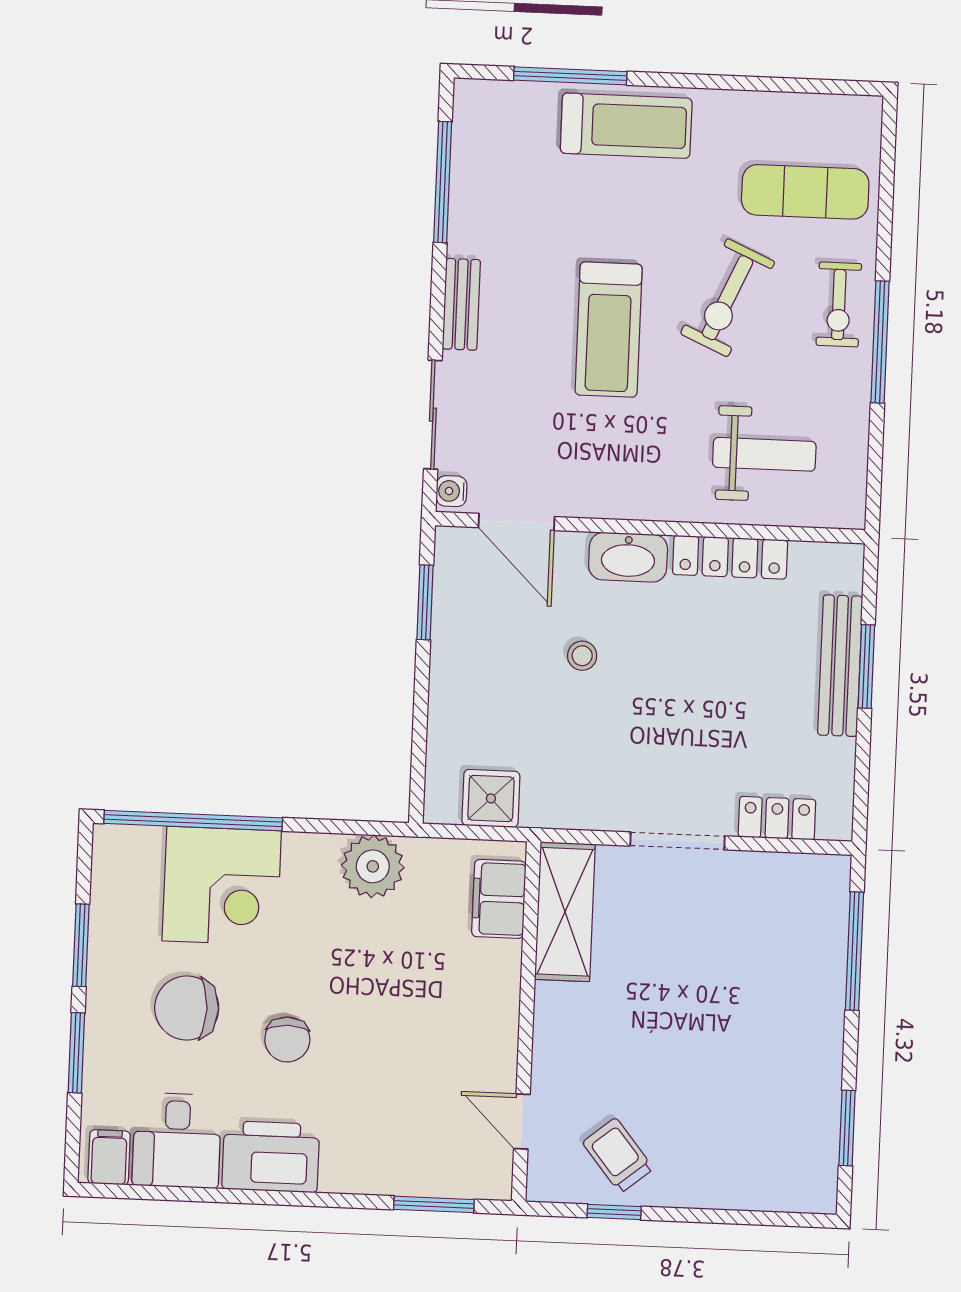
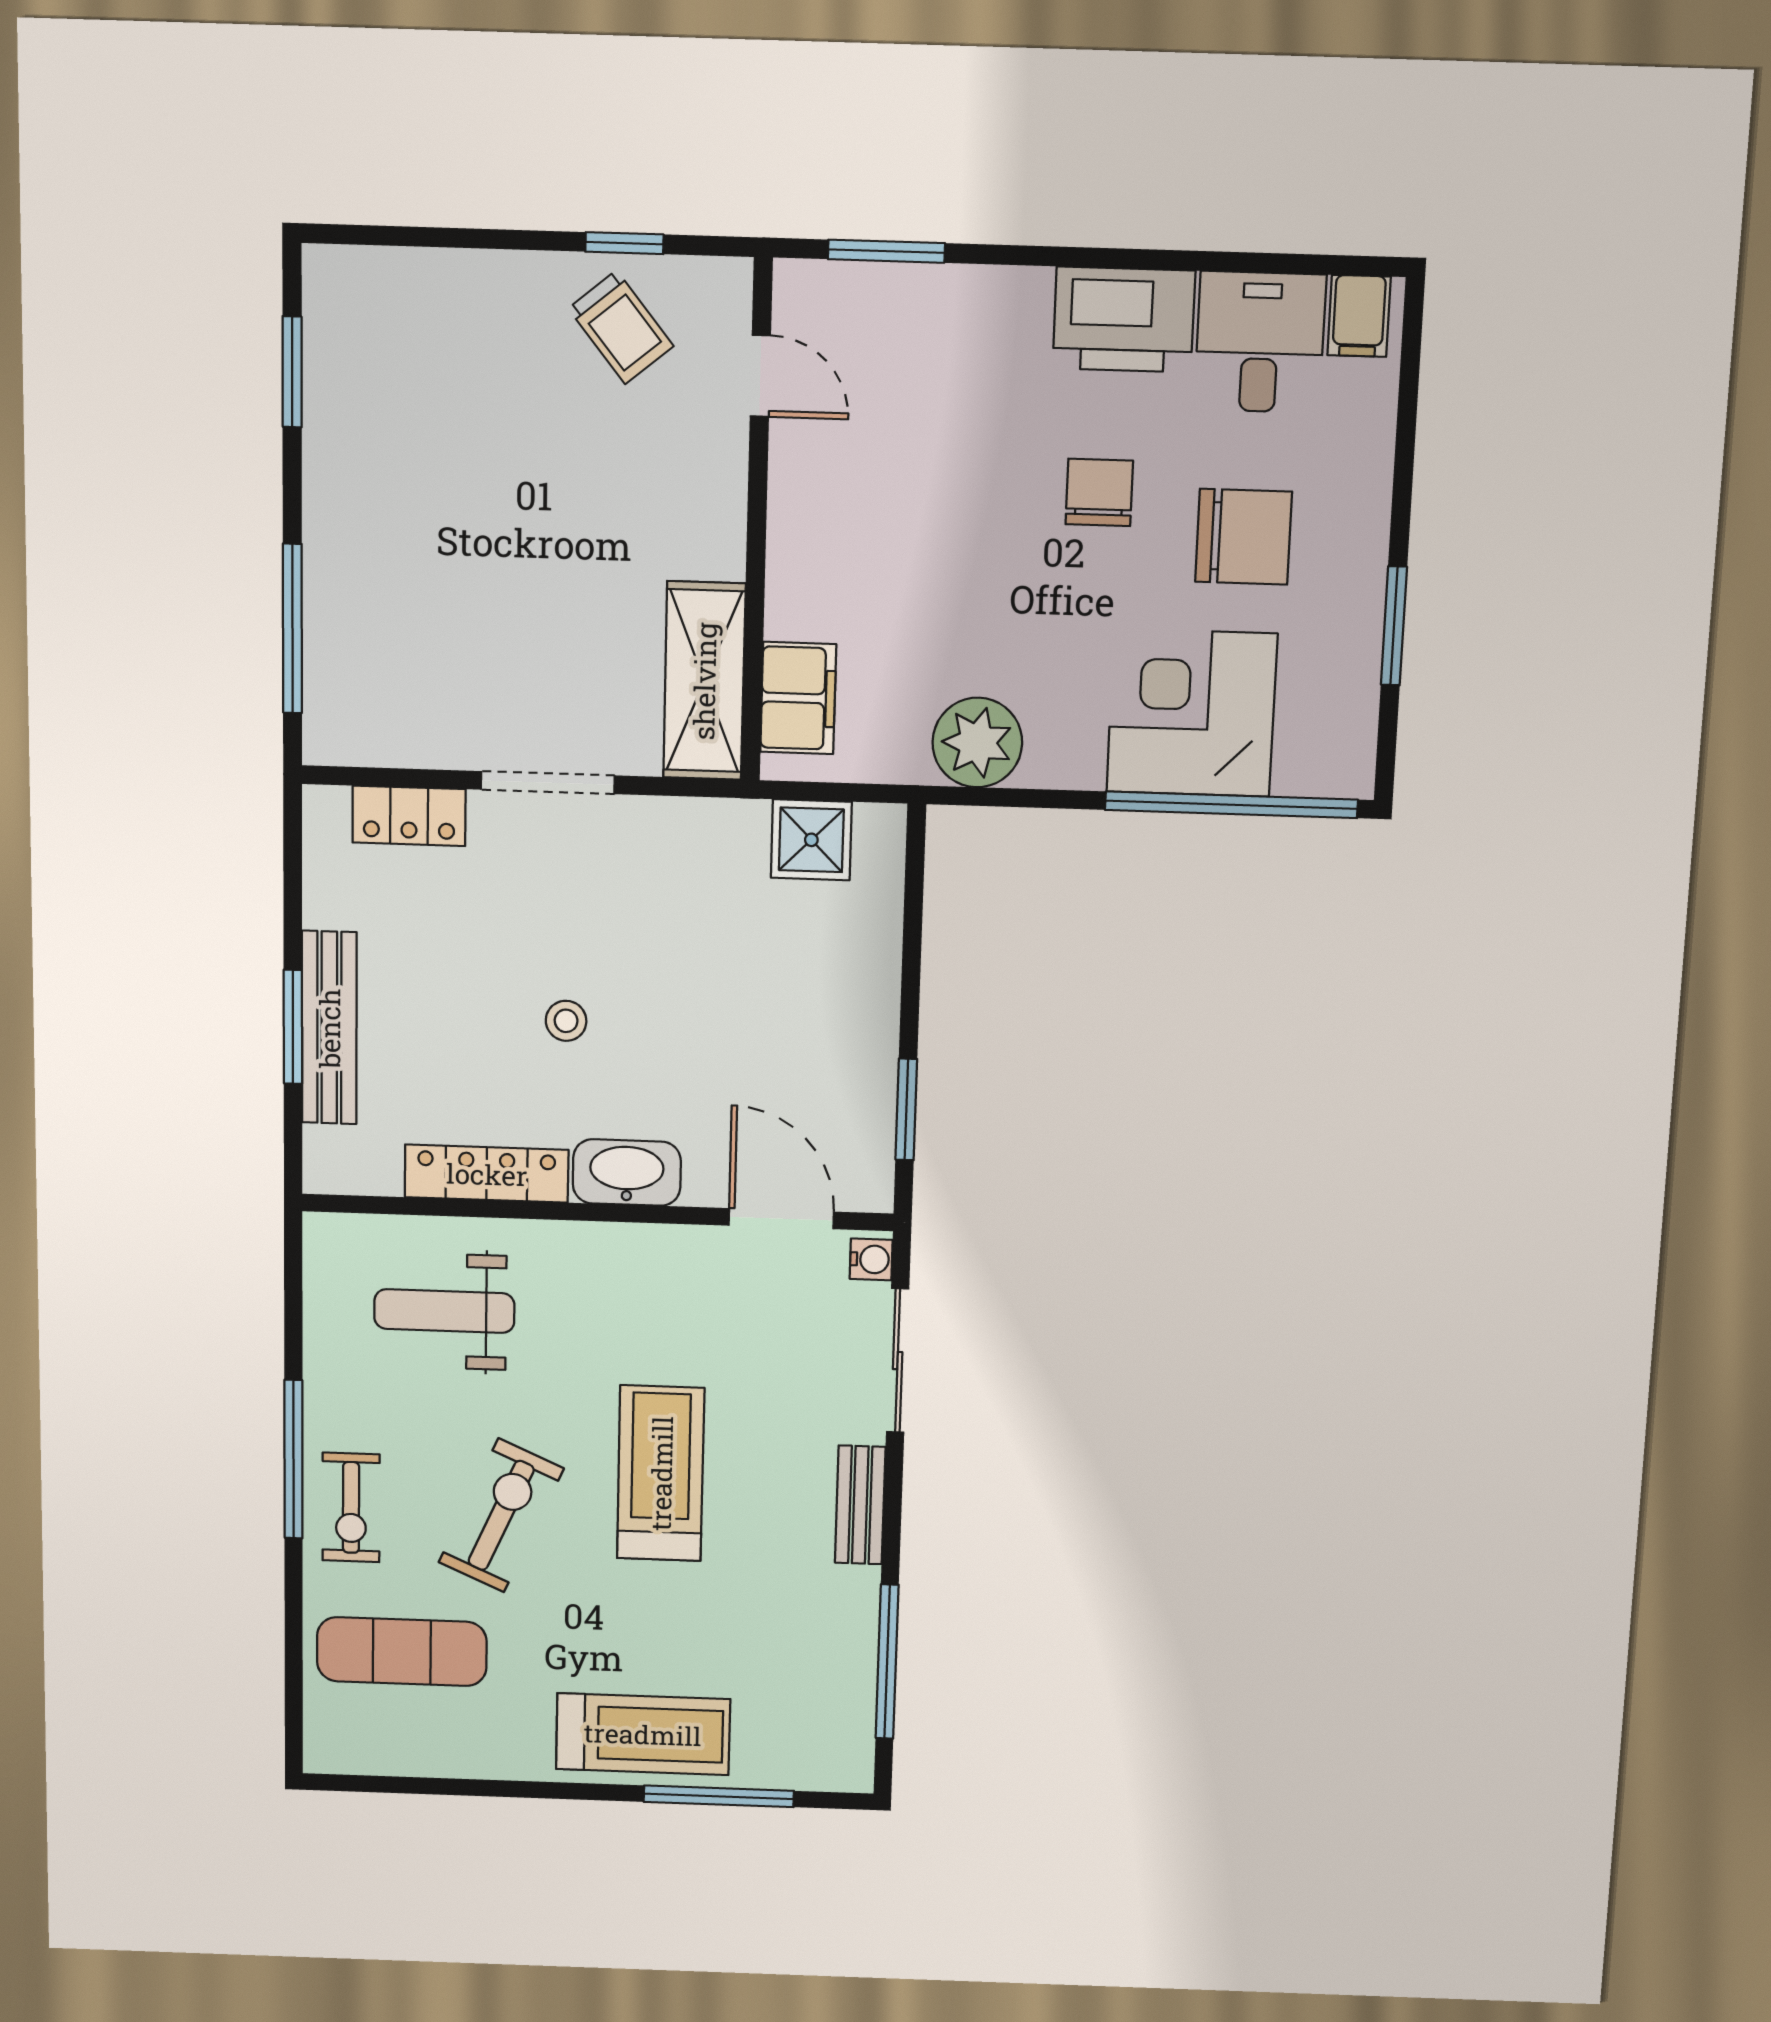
treadmill: (626, 126) -> (643, 1734), turned 180
exercise bike: (839, 304) -> (351, 1507), turned 180
stool: (582, 656) -> (566, 1021), moved
window: (76, 1053) -> (1404, 470), removed

